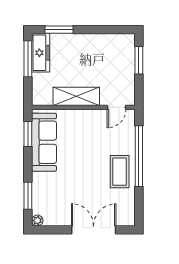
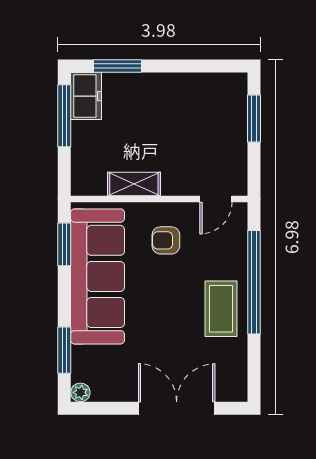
freezer: (41, 53) -> (86, 96), width x0.71
shelving: (76, 96) -> (134, 184), width x0.67, depth x0.75
armchair: (87, 132) -> (166, 240), added
sofa: (44, 142) -> (98, 276), width x1.36, depth x1.27

